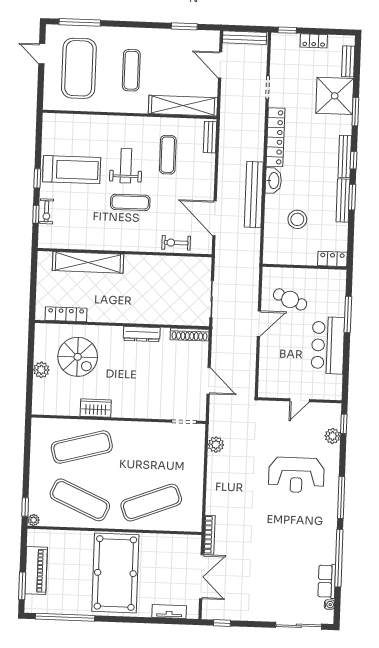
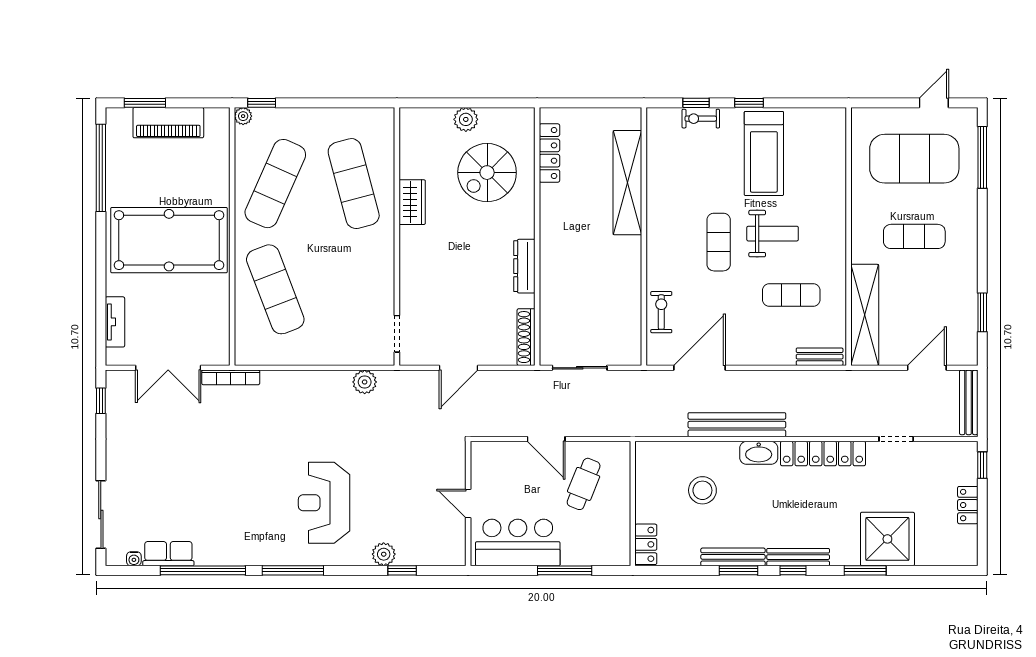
bench: (348, 61) -> (939, 557), removed
door: (300, 400) -> (468, 503), moved
wall: (300, 400) -> (468, 504), moved

